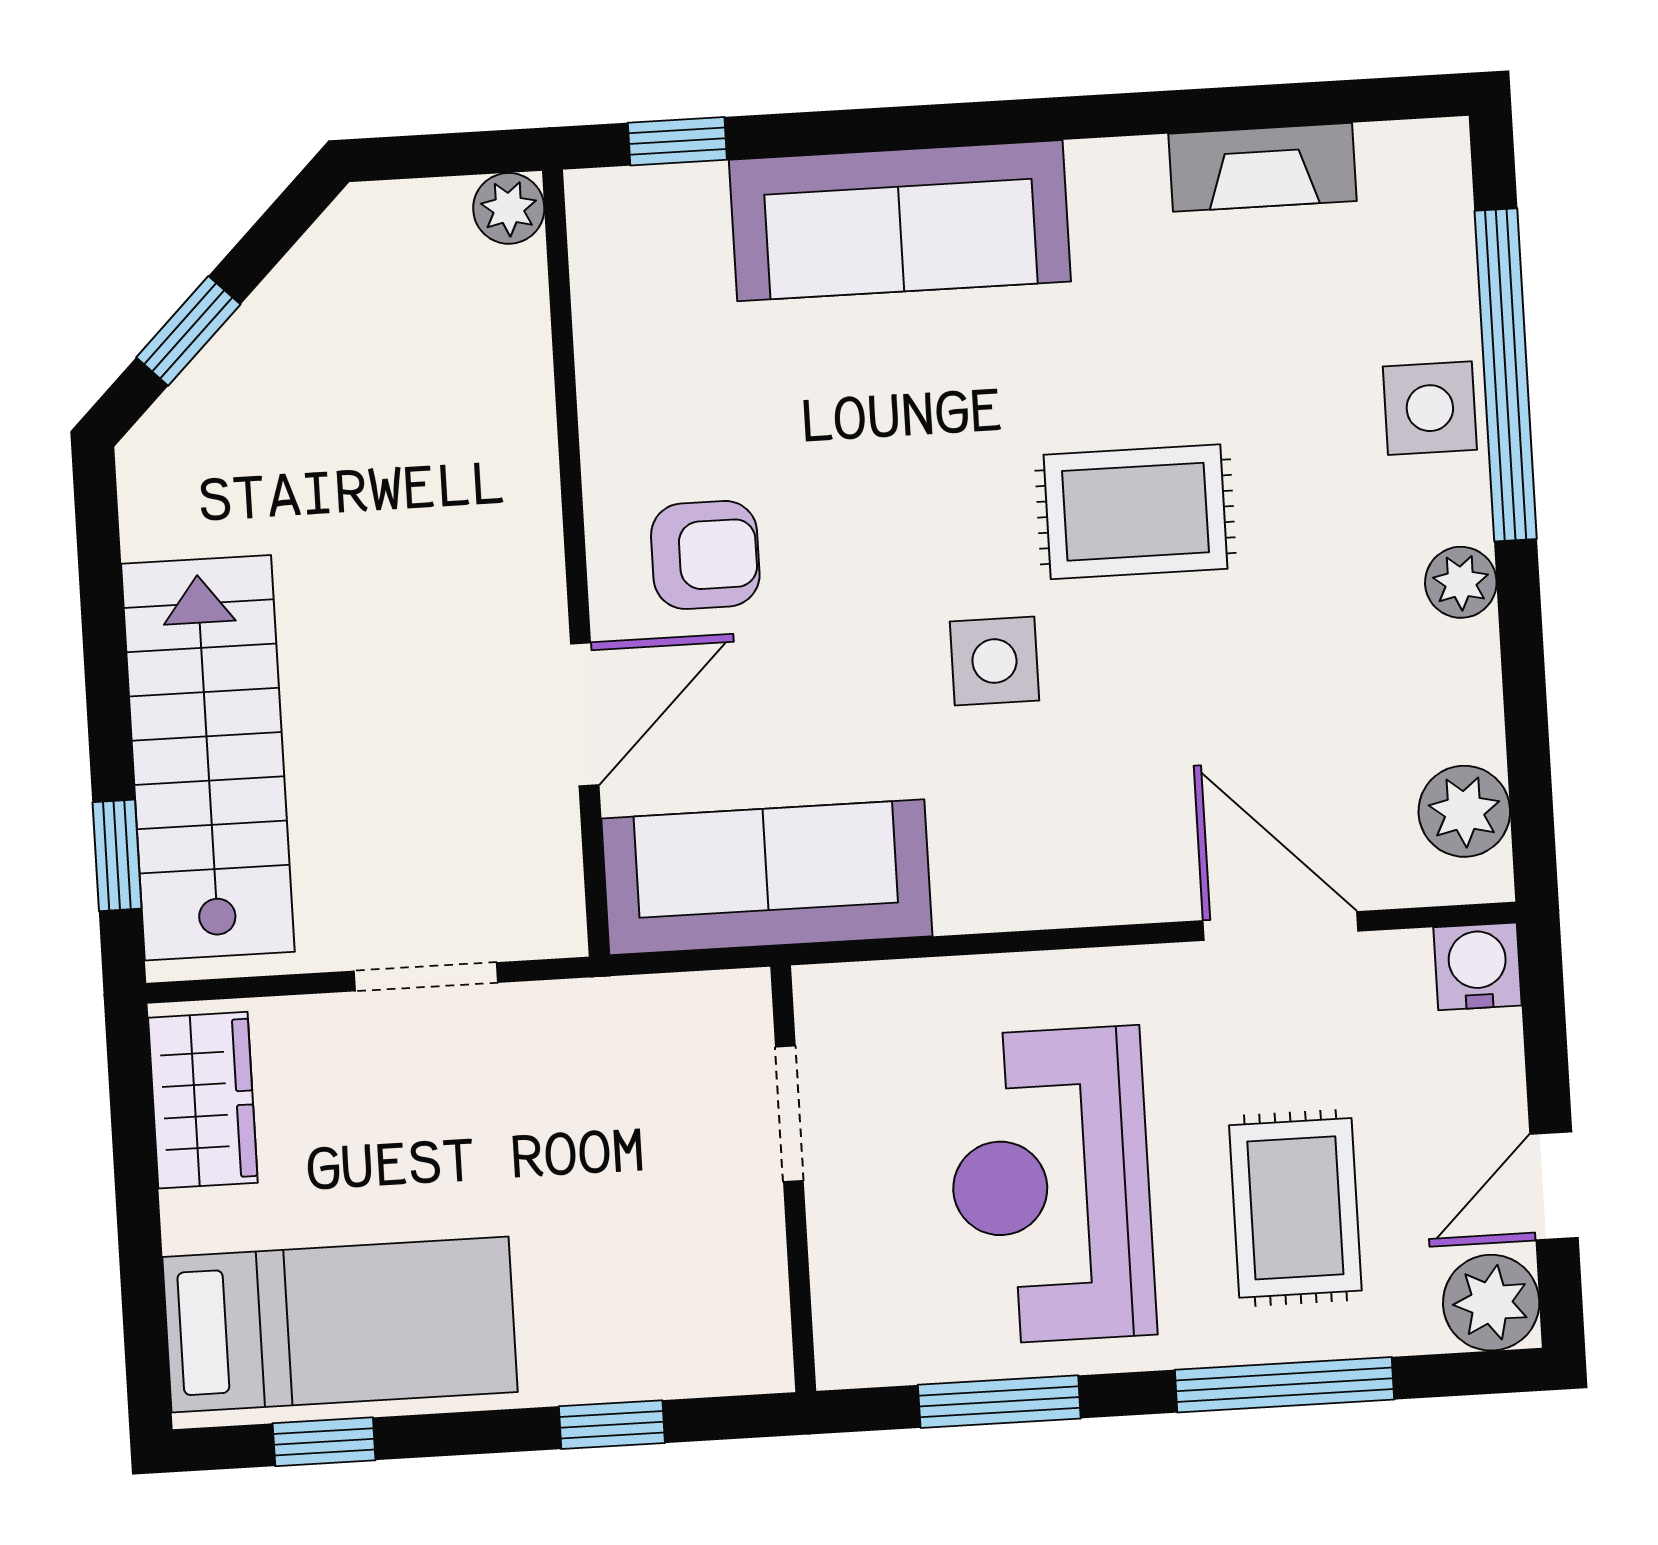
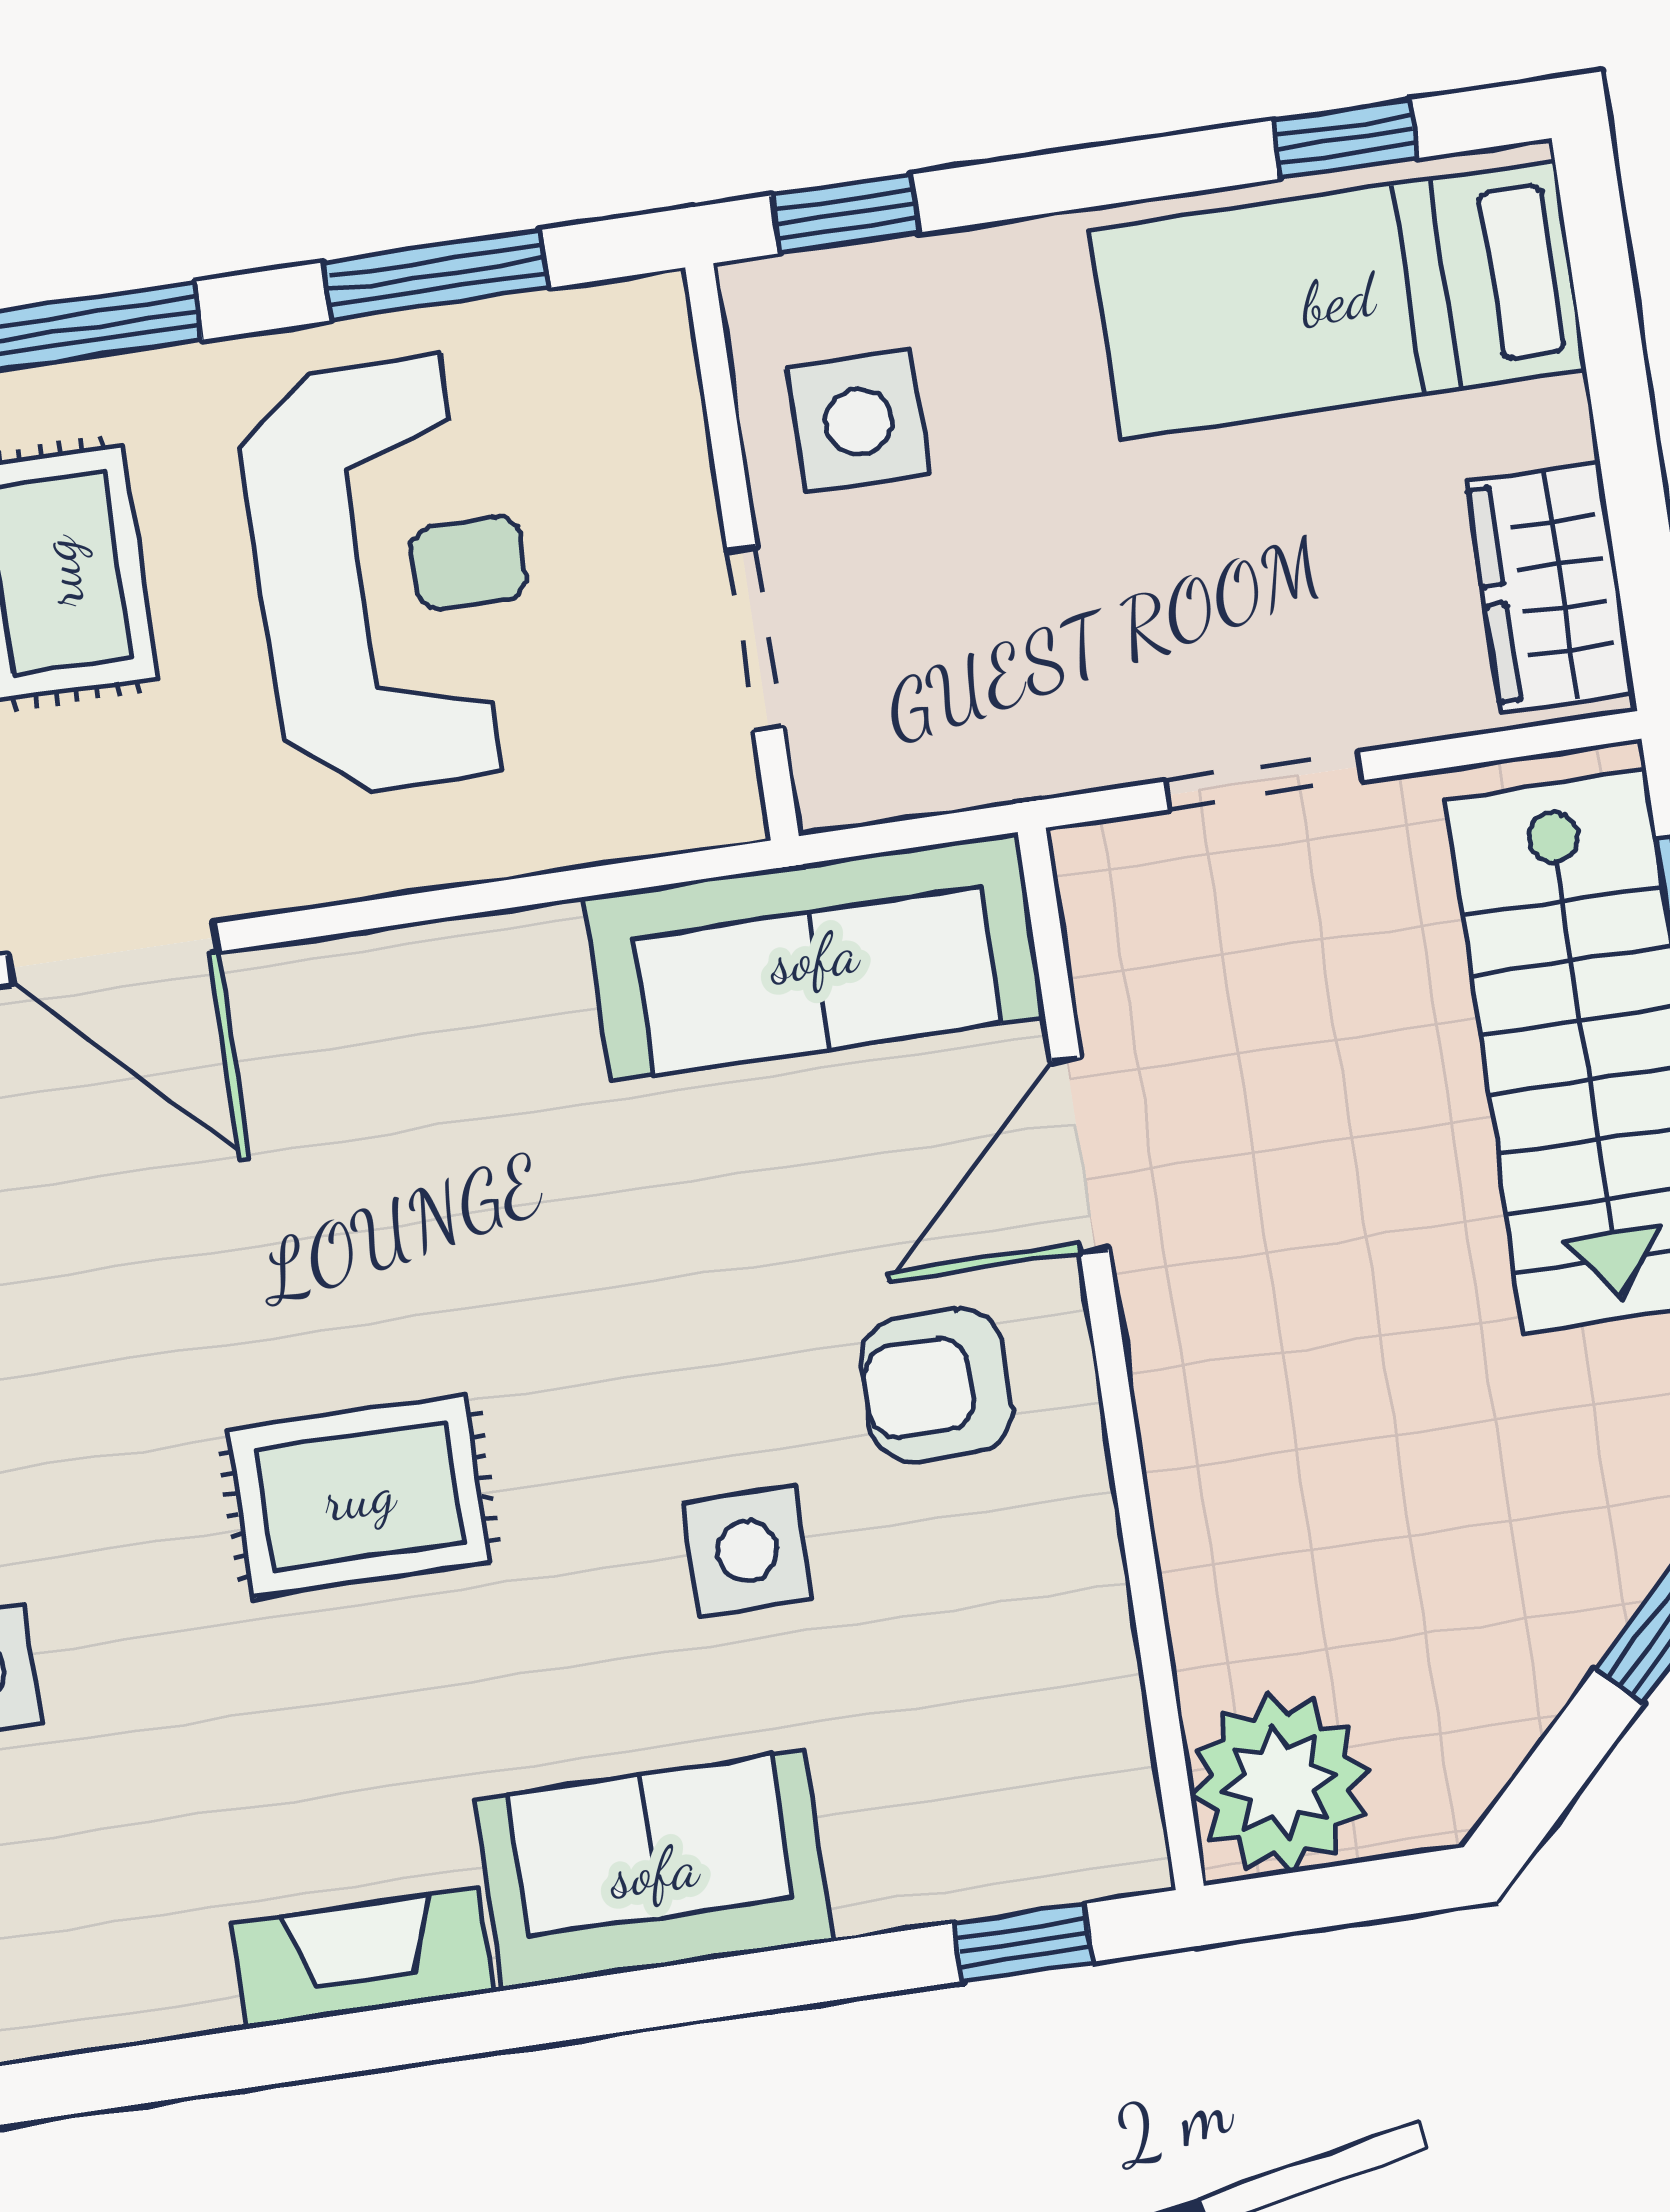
fireplace: (1263, 167) -> (362, 1958), moved
plant: (509, 208) -> (1280, 1783), width x1.88, depth x1.88
sofa: (900, 221) -> (654, 1871), width x0.73
side table: (994, 661) -> (748, 1551), moved
side table: (699, 1267) -> (859, 421), added
window: (612, 1425) -> (846, 214), moved

